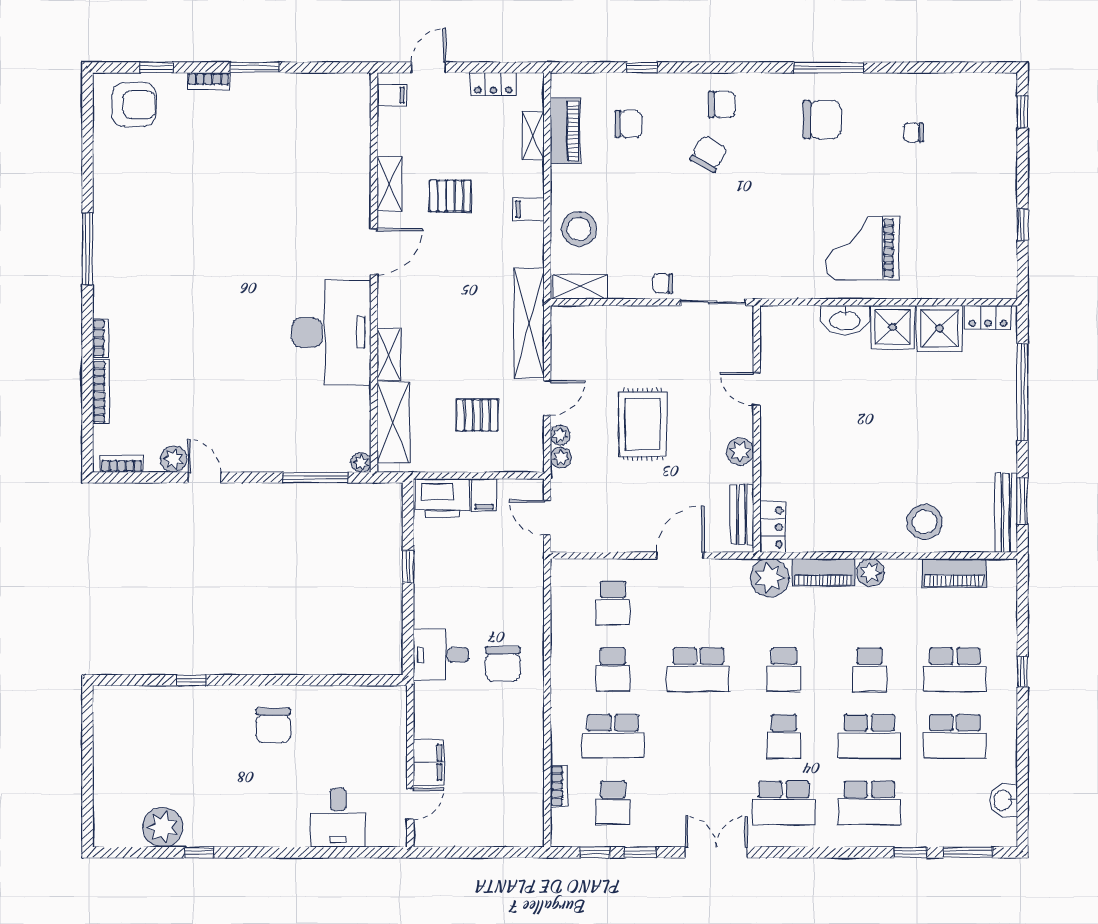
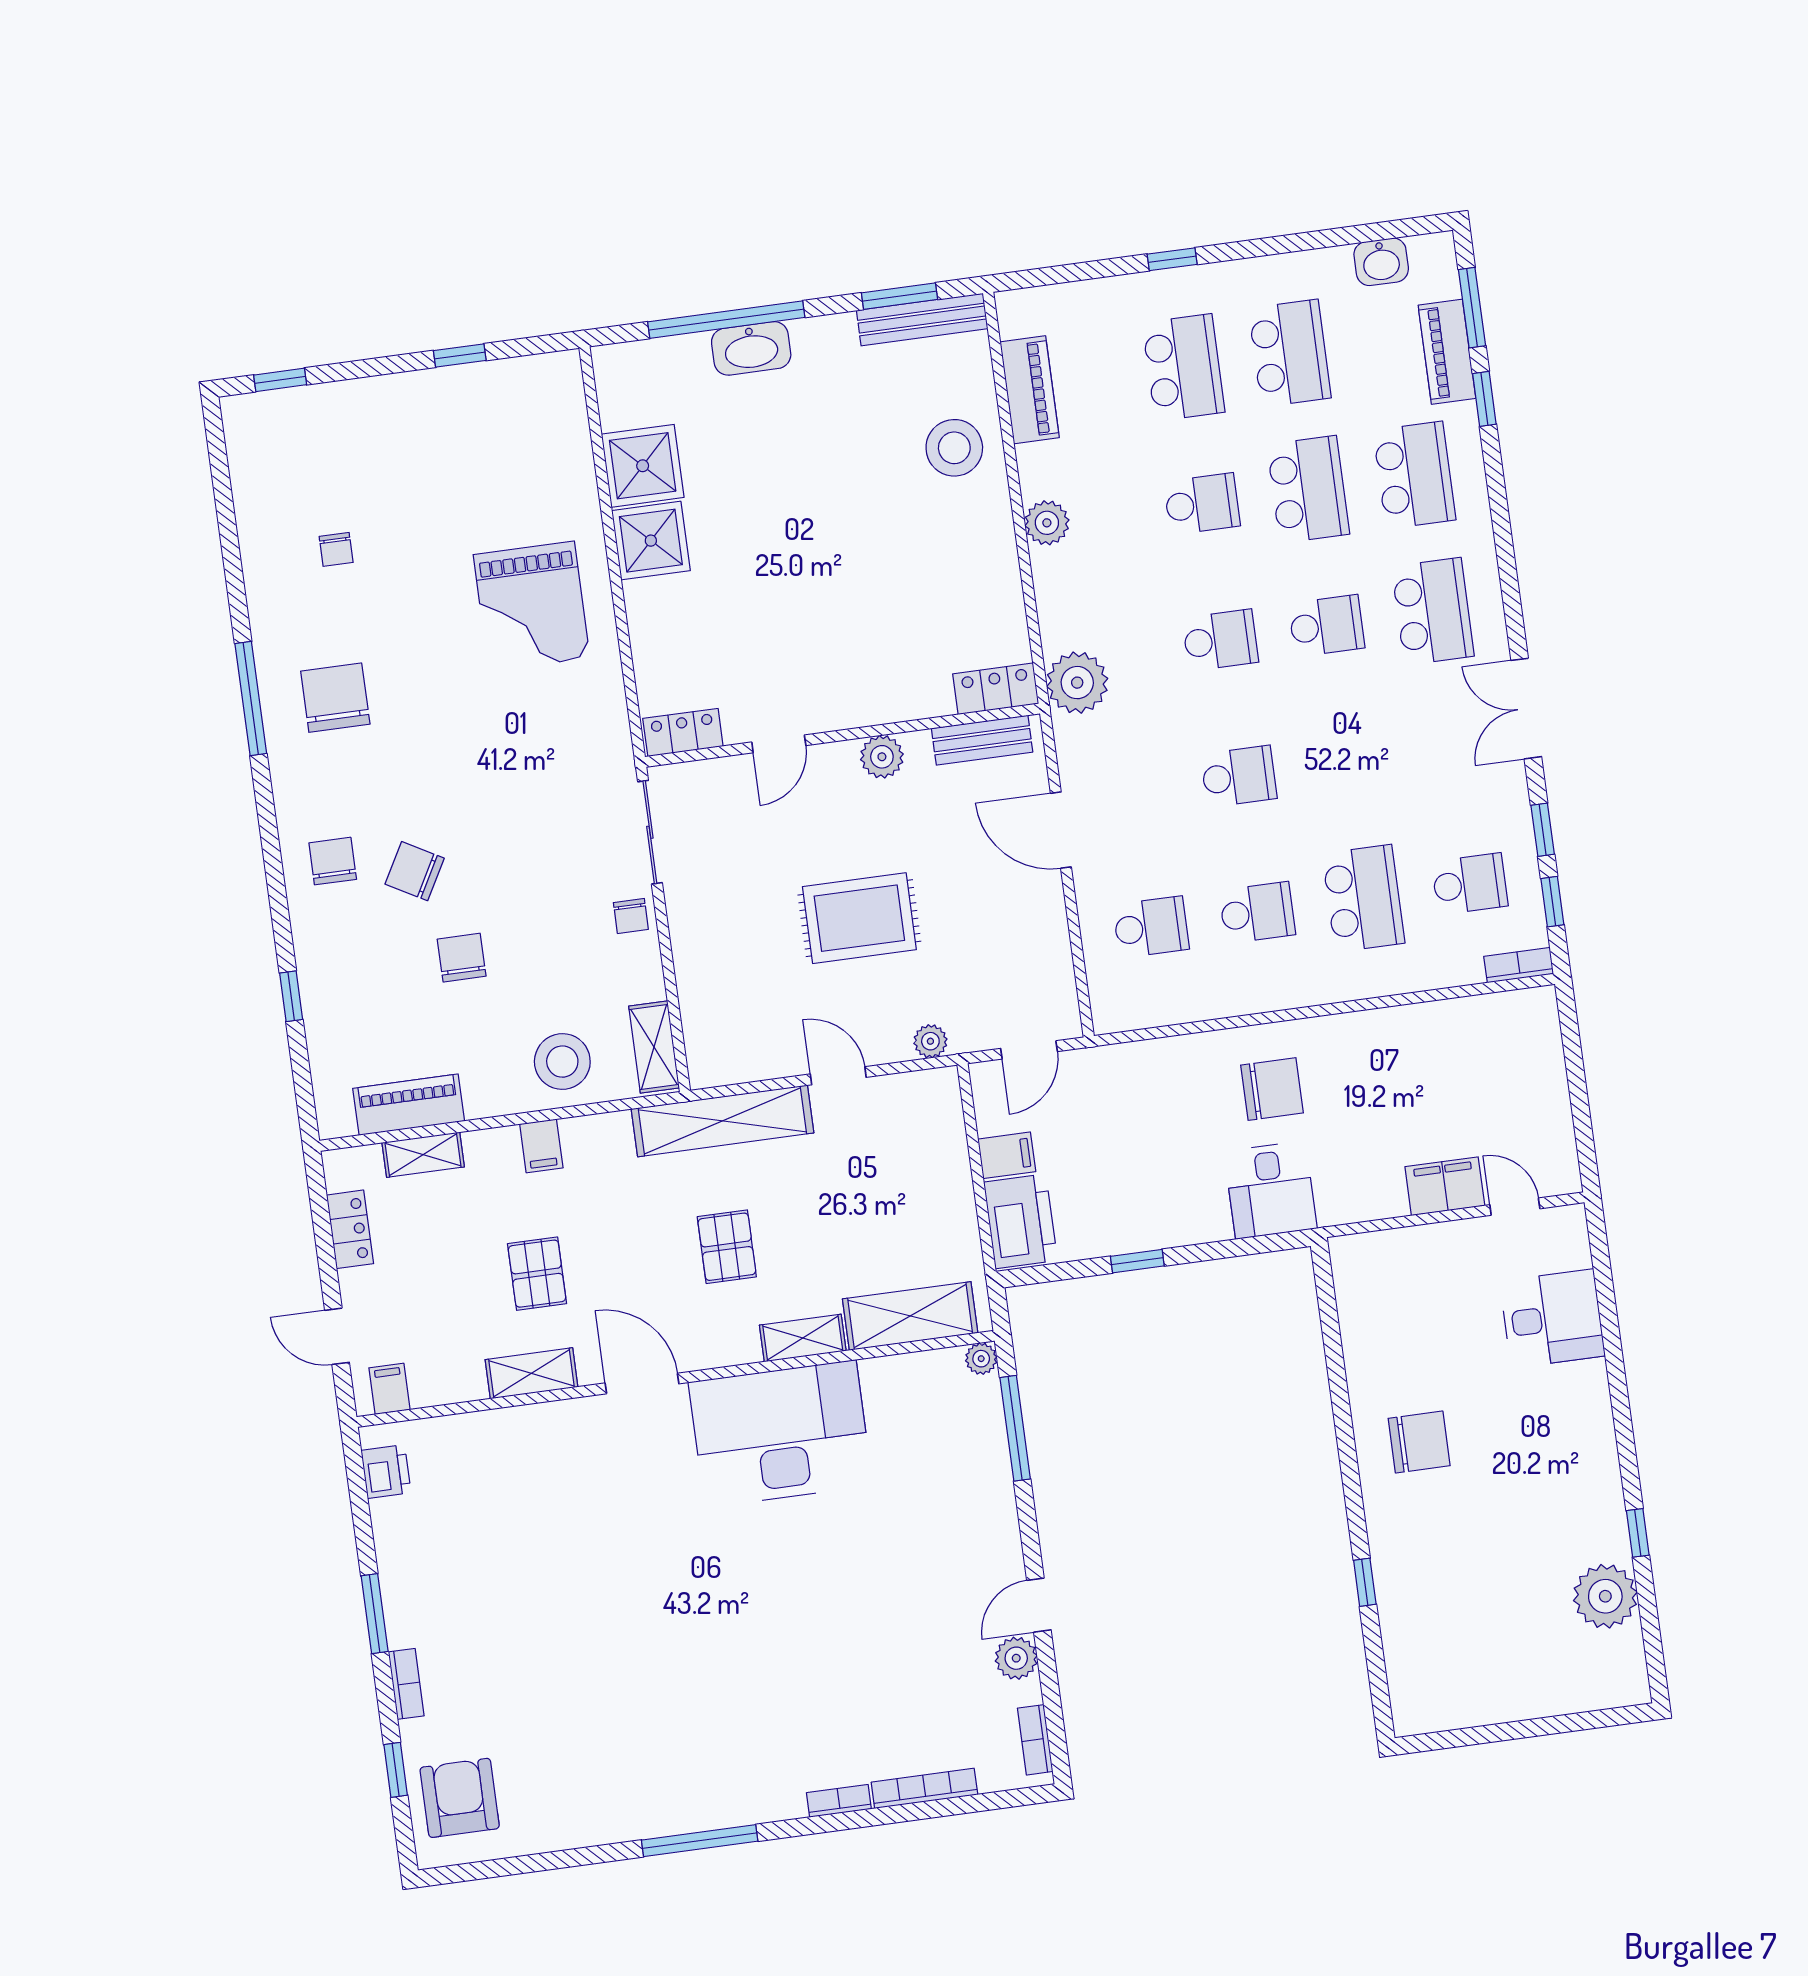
printer: (341, 86) -> (386, 1472), added
chair: (628, 124) -> (462, 958), moved
locker: (988, 317) -> (683, 732), moved, turned -90
washbasin: (845, 320) -> (751, 348), moved, turned 90
pallet: (477, 415) -> (727, 1247), moved
plant: (560, 435) -> (895, 1047), removed
piano: (823, 573) -> (1447, 352), moved, turned 180
school desk: (698, 670) -> (1239, 776), width x0.54
bookcase: (559, 786) -> (1519, 965), moved

